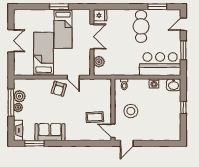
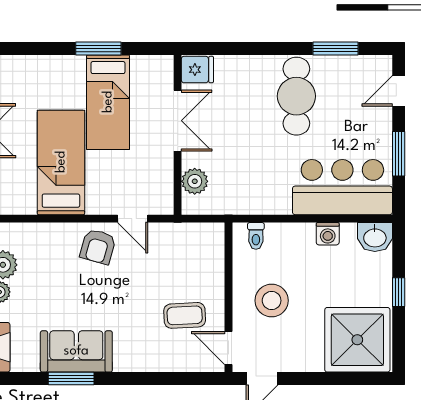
shower: (166, 127) -> (357, 340), added
window: (34, 143) -> (71, 379), moved

